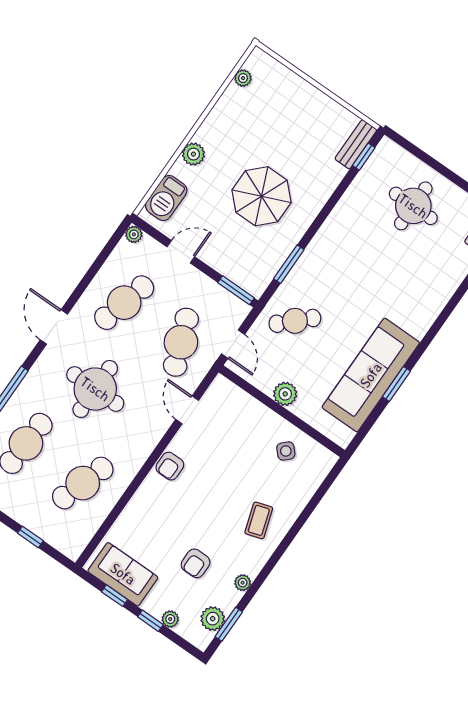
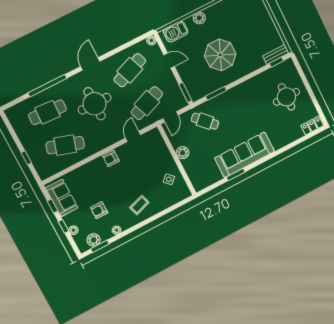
cafe table: (124, 303) -> (130, 70), turned -36
sofa: (371, 375) -> (245, 155), moved

